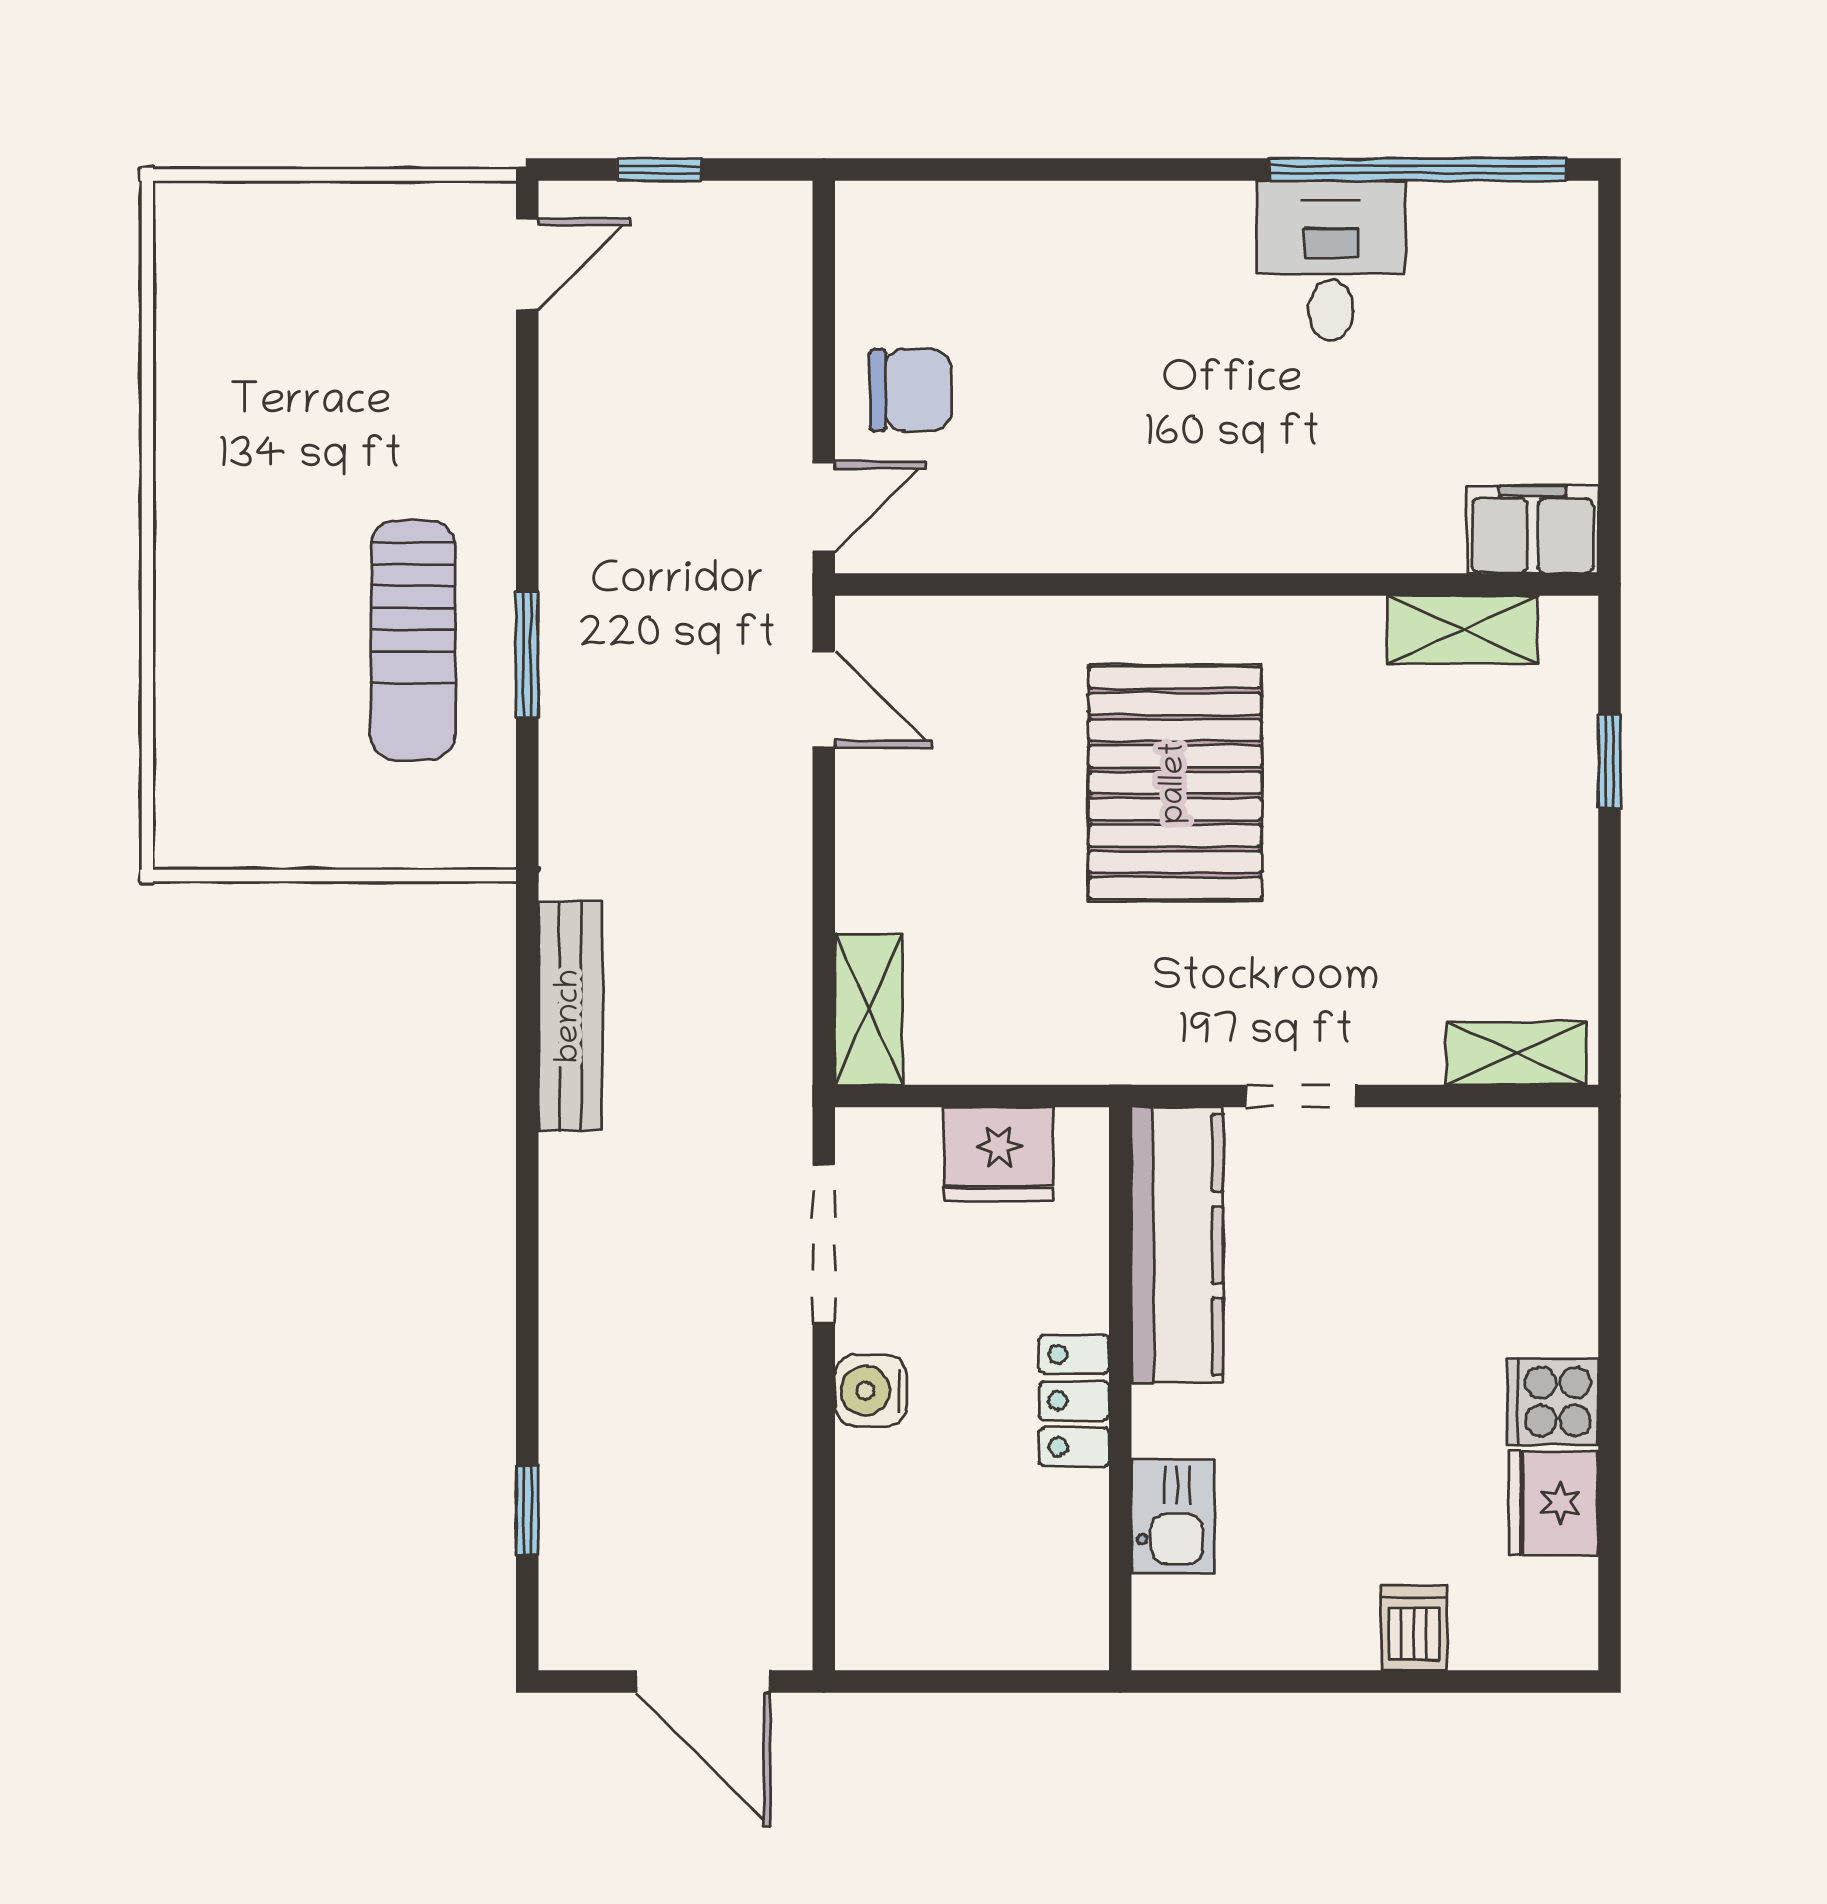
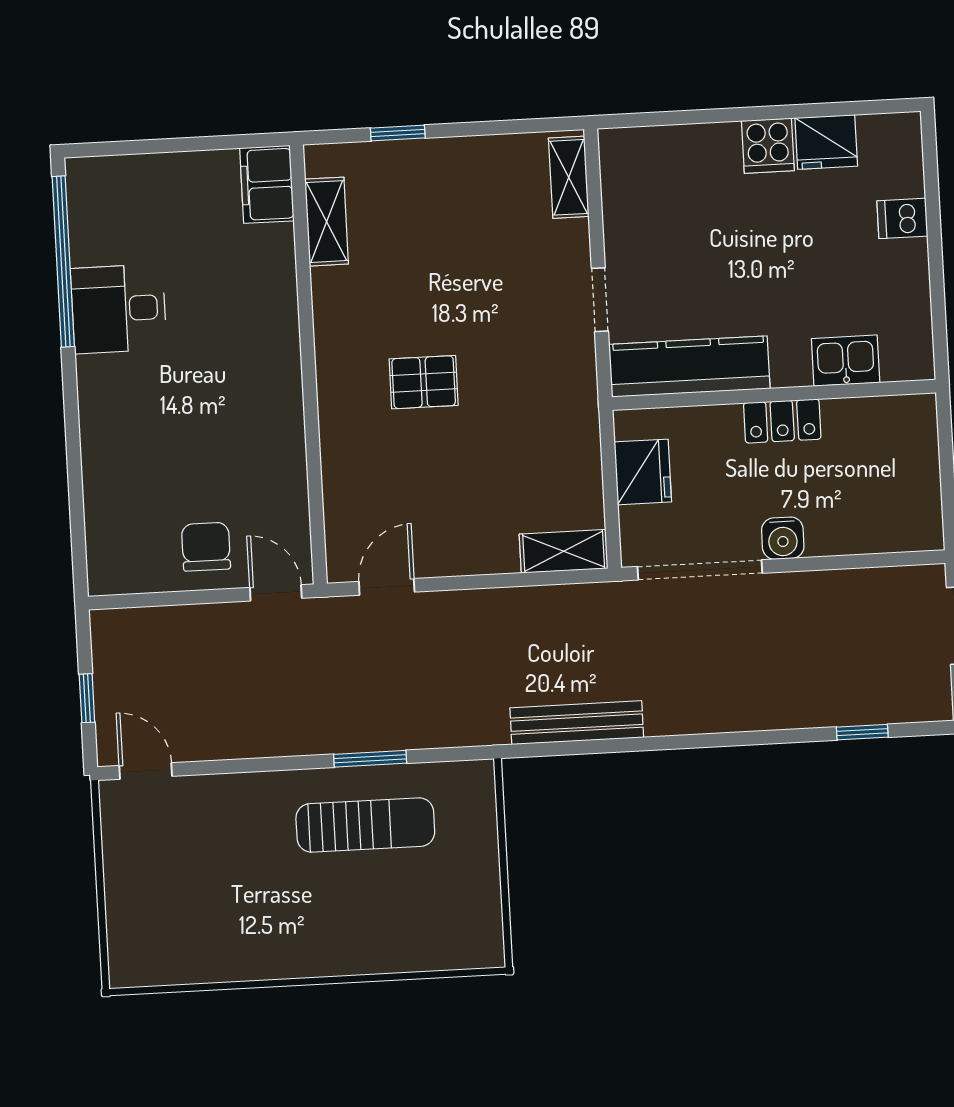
pallet: (1175, 783) -> (424, 382), width x0.49, depth x0.50
doorway: (824, 1244) -> (700, 570), width x1.36

